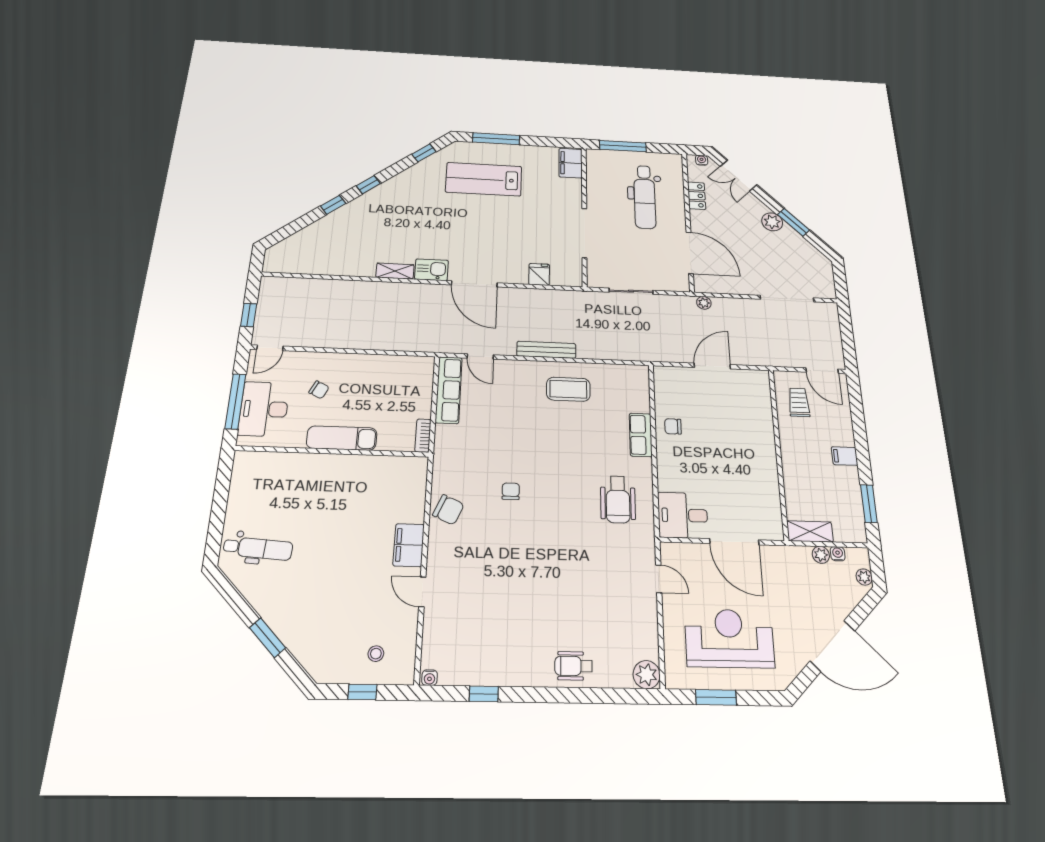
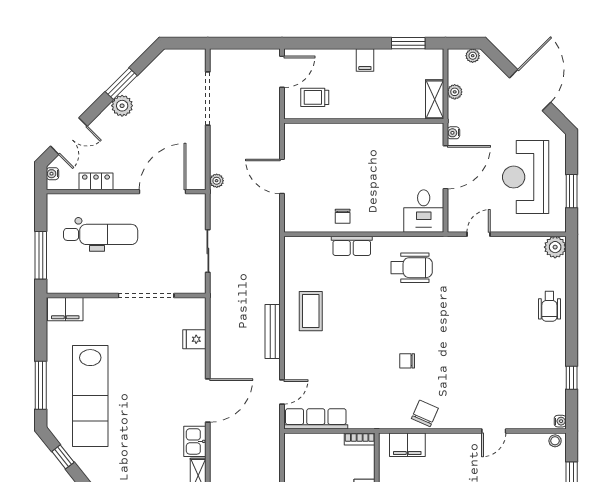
lab bench: (484, 179) -> (90, 396), width x1.36
filing cabinet: (409, 545) -> (407, 445), moved
water cooler: (838, 554) -> (453, 133), moved
stool: (376, 654) -> (555, 441), moved

